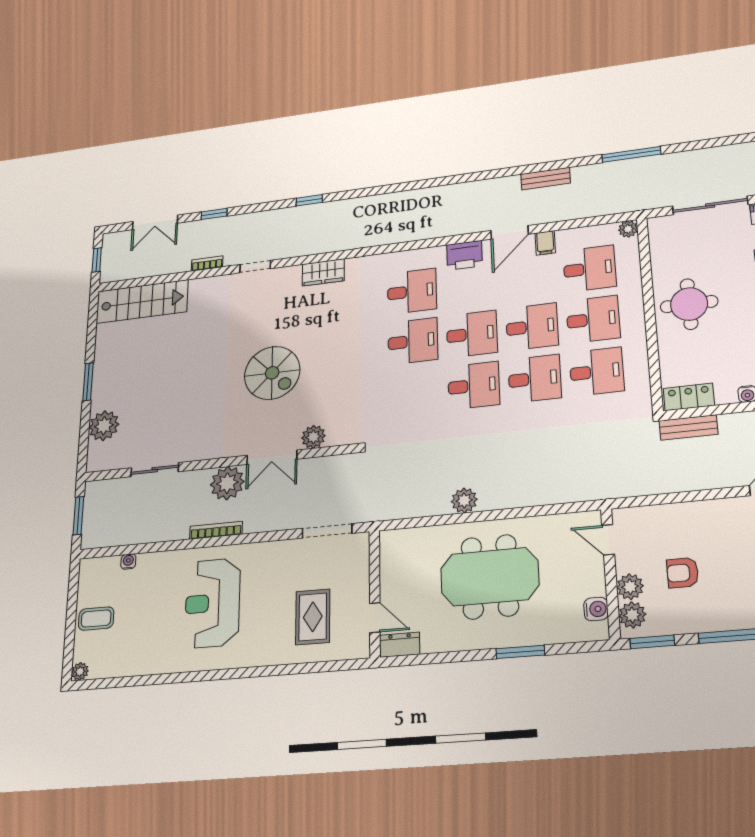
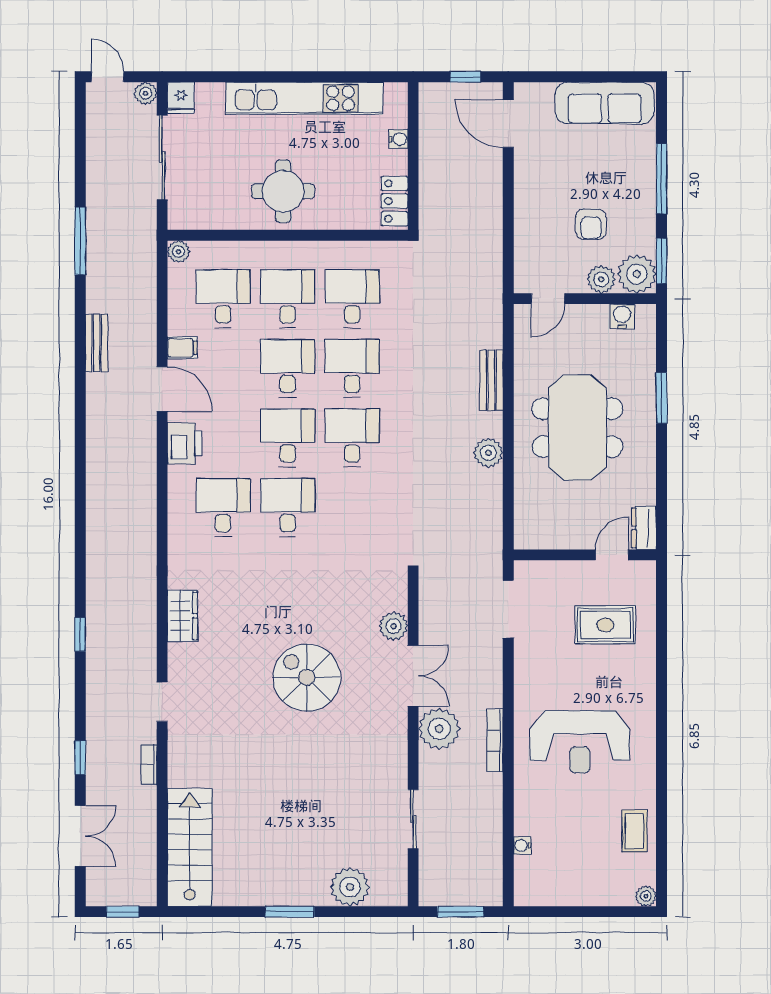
spiral stairs: (272, 373) -> (307, 677), turned -90
bench: (688, 427) -> (491, 380), moved
plant: (632, 615) -> (637, 274), width x1.36, depth x1.36
coffee table: (96, 619) -> (635, 831), moved

